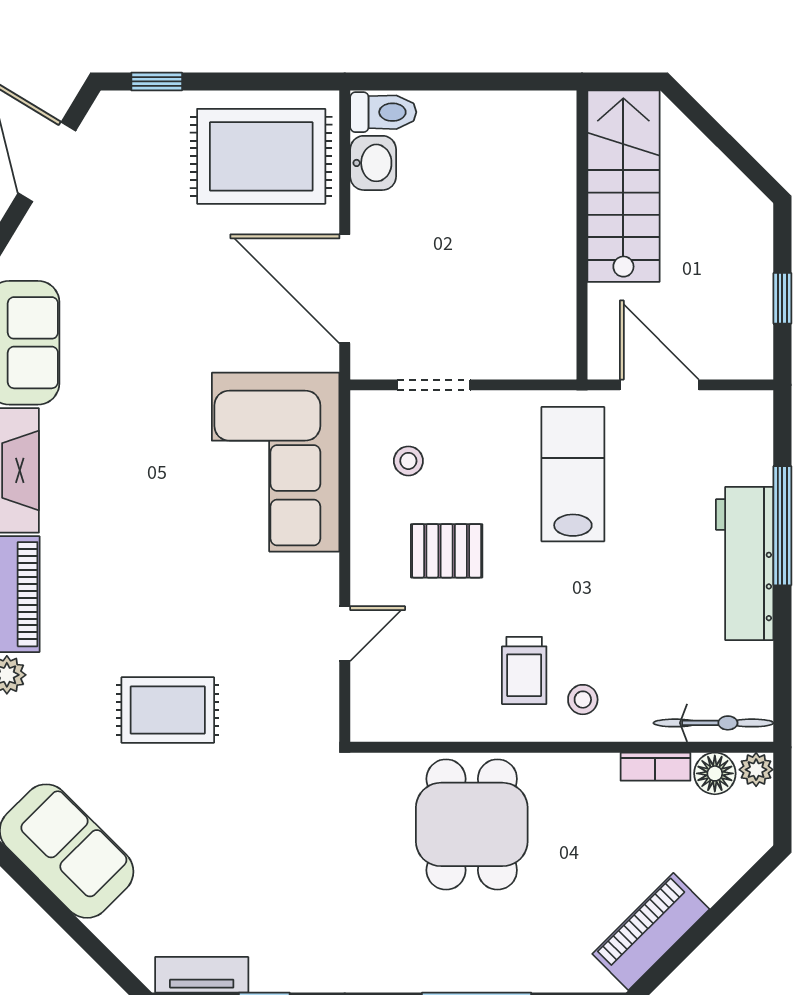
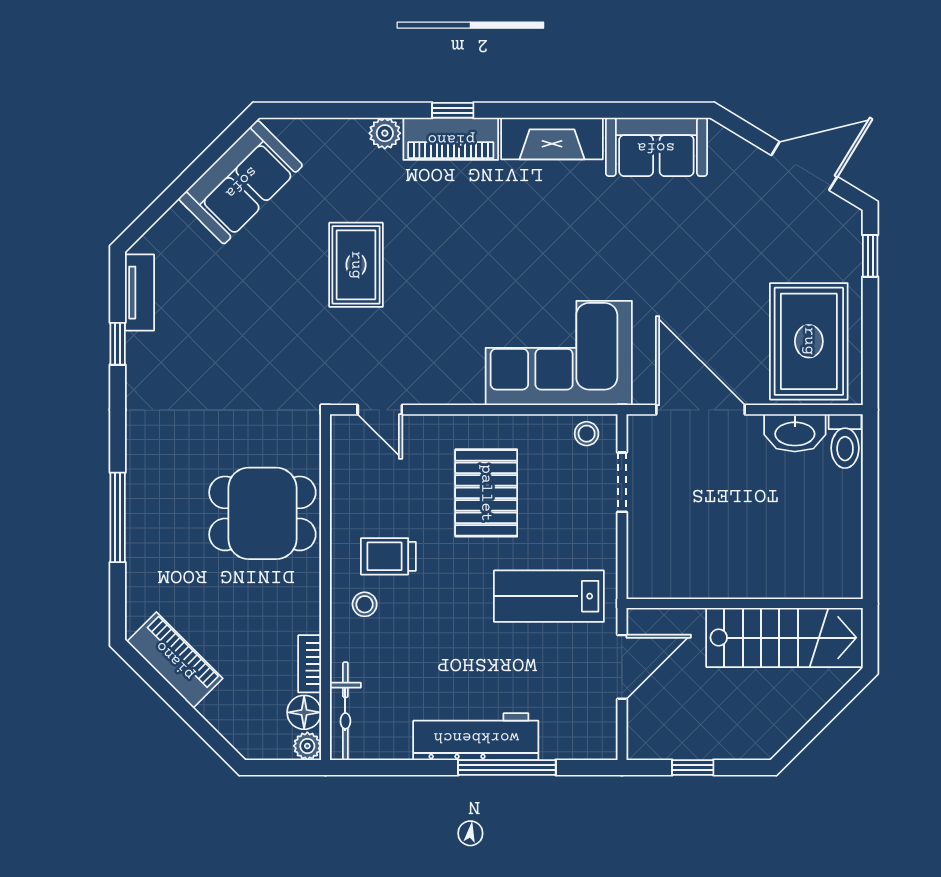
washbasin: (373, 163) -> (795, 433), width x1.38
door: (345, 289) -> (700, 410), hinge flipped
stool: (408, 461) -> (587, 434), moved
lab bench: (573, 474) -> (549, 596), turned 180
pallet: (447, 551) -> (486, 493), width x1.50, depth x1.42
door: (345, 634) -> (380, 410), moved

